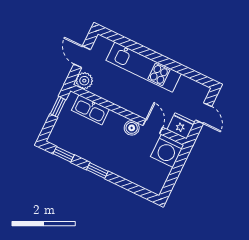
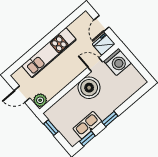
kitchen sink: (90, 110) -> (87, 125), moved, turned 180
door: (204, 113) -> (102, 24), swing flipped
boiler: (132, 128) -> (89, 88), width x1.86, depth x1.86

